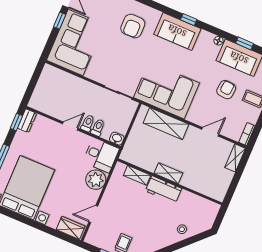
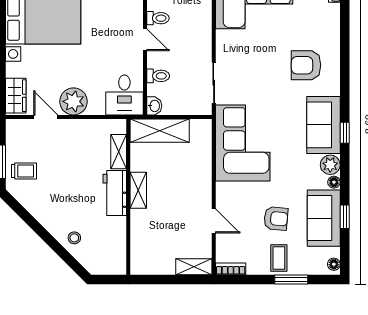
plant: (206, 38) -> (330, 165), added
toilet: (88, 123) -> (158, 18), moved
shelving: (166, 124) -> (160, 131), moved, turned 90
plant: (96, 180) -> (73, 101), moved

